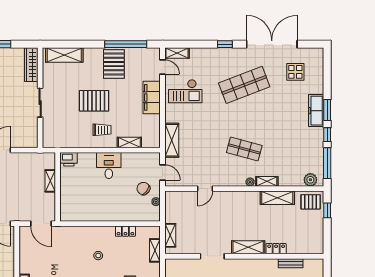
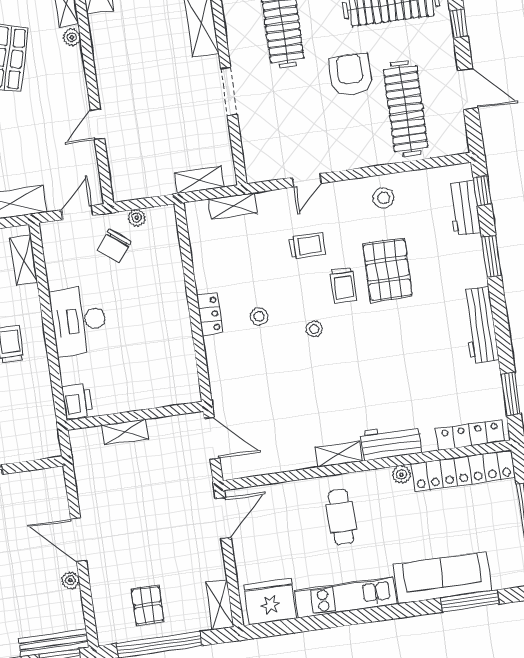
shelving: (129, 142) -> (24, 260), moved
desk: (109, 166) -> (79, 321), width x1.37
door: (205, 189) -> (97, 124), swing flipped
door: (41, 224) -> (212, 438), hinge flipped
locker: (125, 231) -> (210, 314), moved

